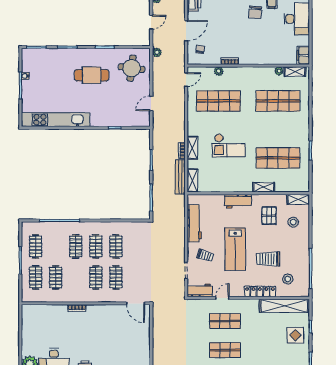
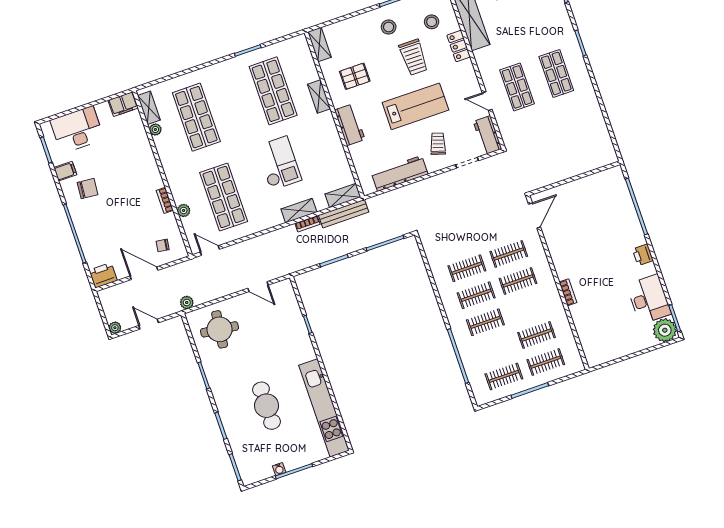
cafe table: (92, 75) -> (267, 406), moved
stool: (293, 222) -> (389, 27), moved
locker: (260, 291) -> (459, 46), width x0.66

